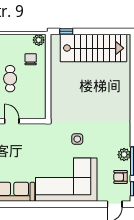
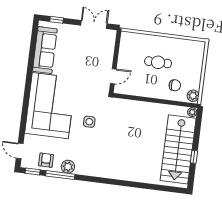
window: (66, 31) -> (194, 157), moved
plant: (55, 39) -> (192, 112), added
door: (12, 121) -> (113, 76), moved

